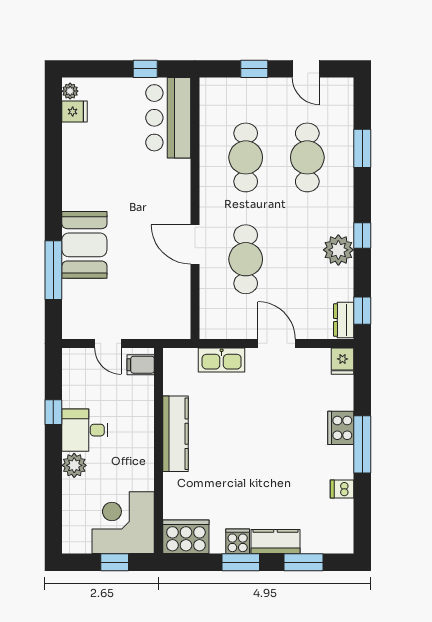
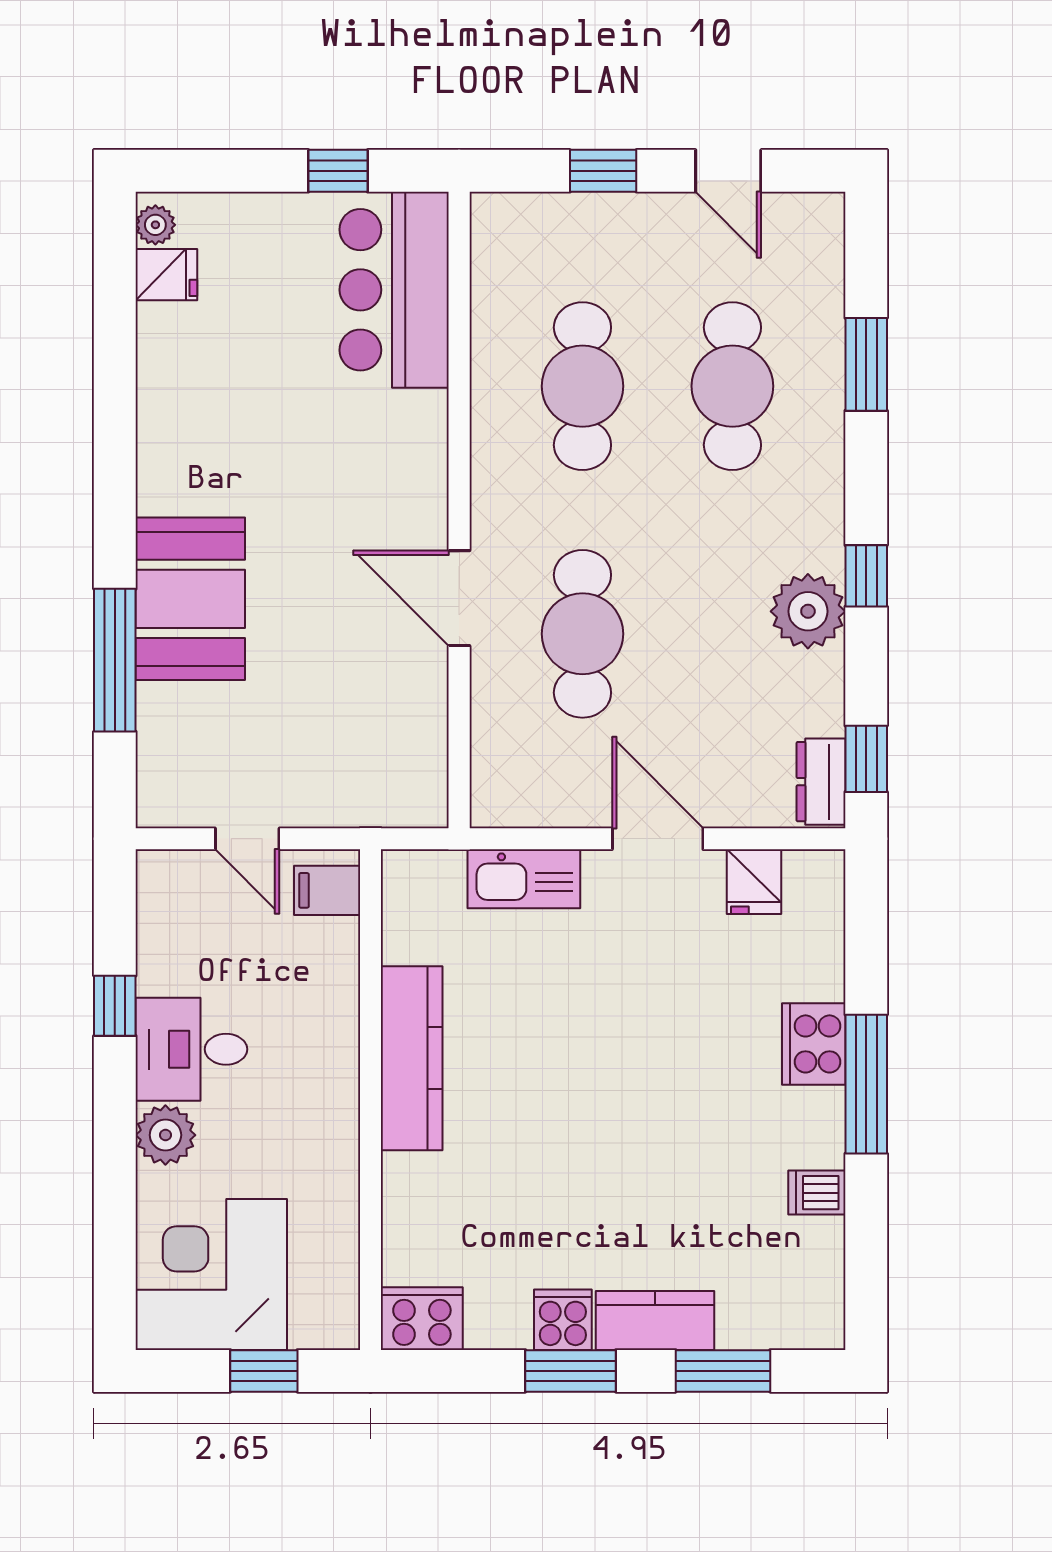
fridge: (343, 361) -> (754, 882), moved
corner desk: (123, 523) -> (211, 1275), moved
cooker: (186, 537) -> (422, 1319), width x0.73, depth x0.76

